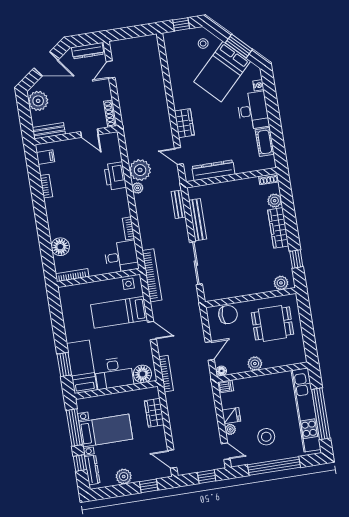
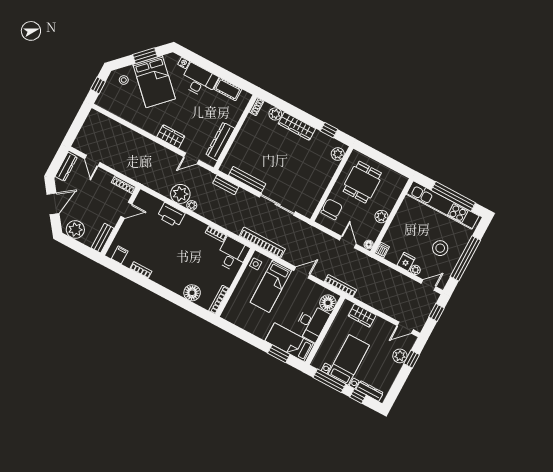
plant: (124, 476) -> (400, 356), moved

